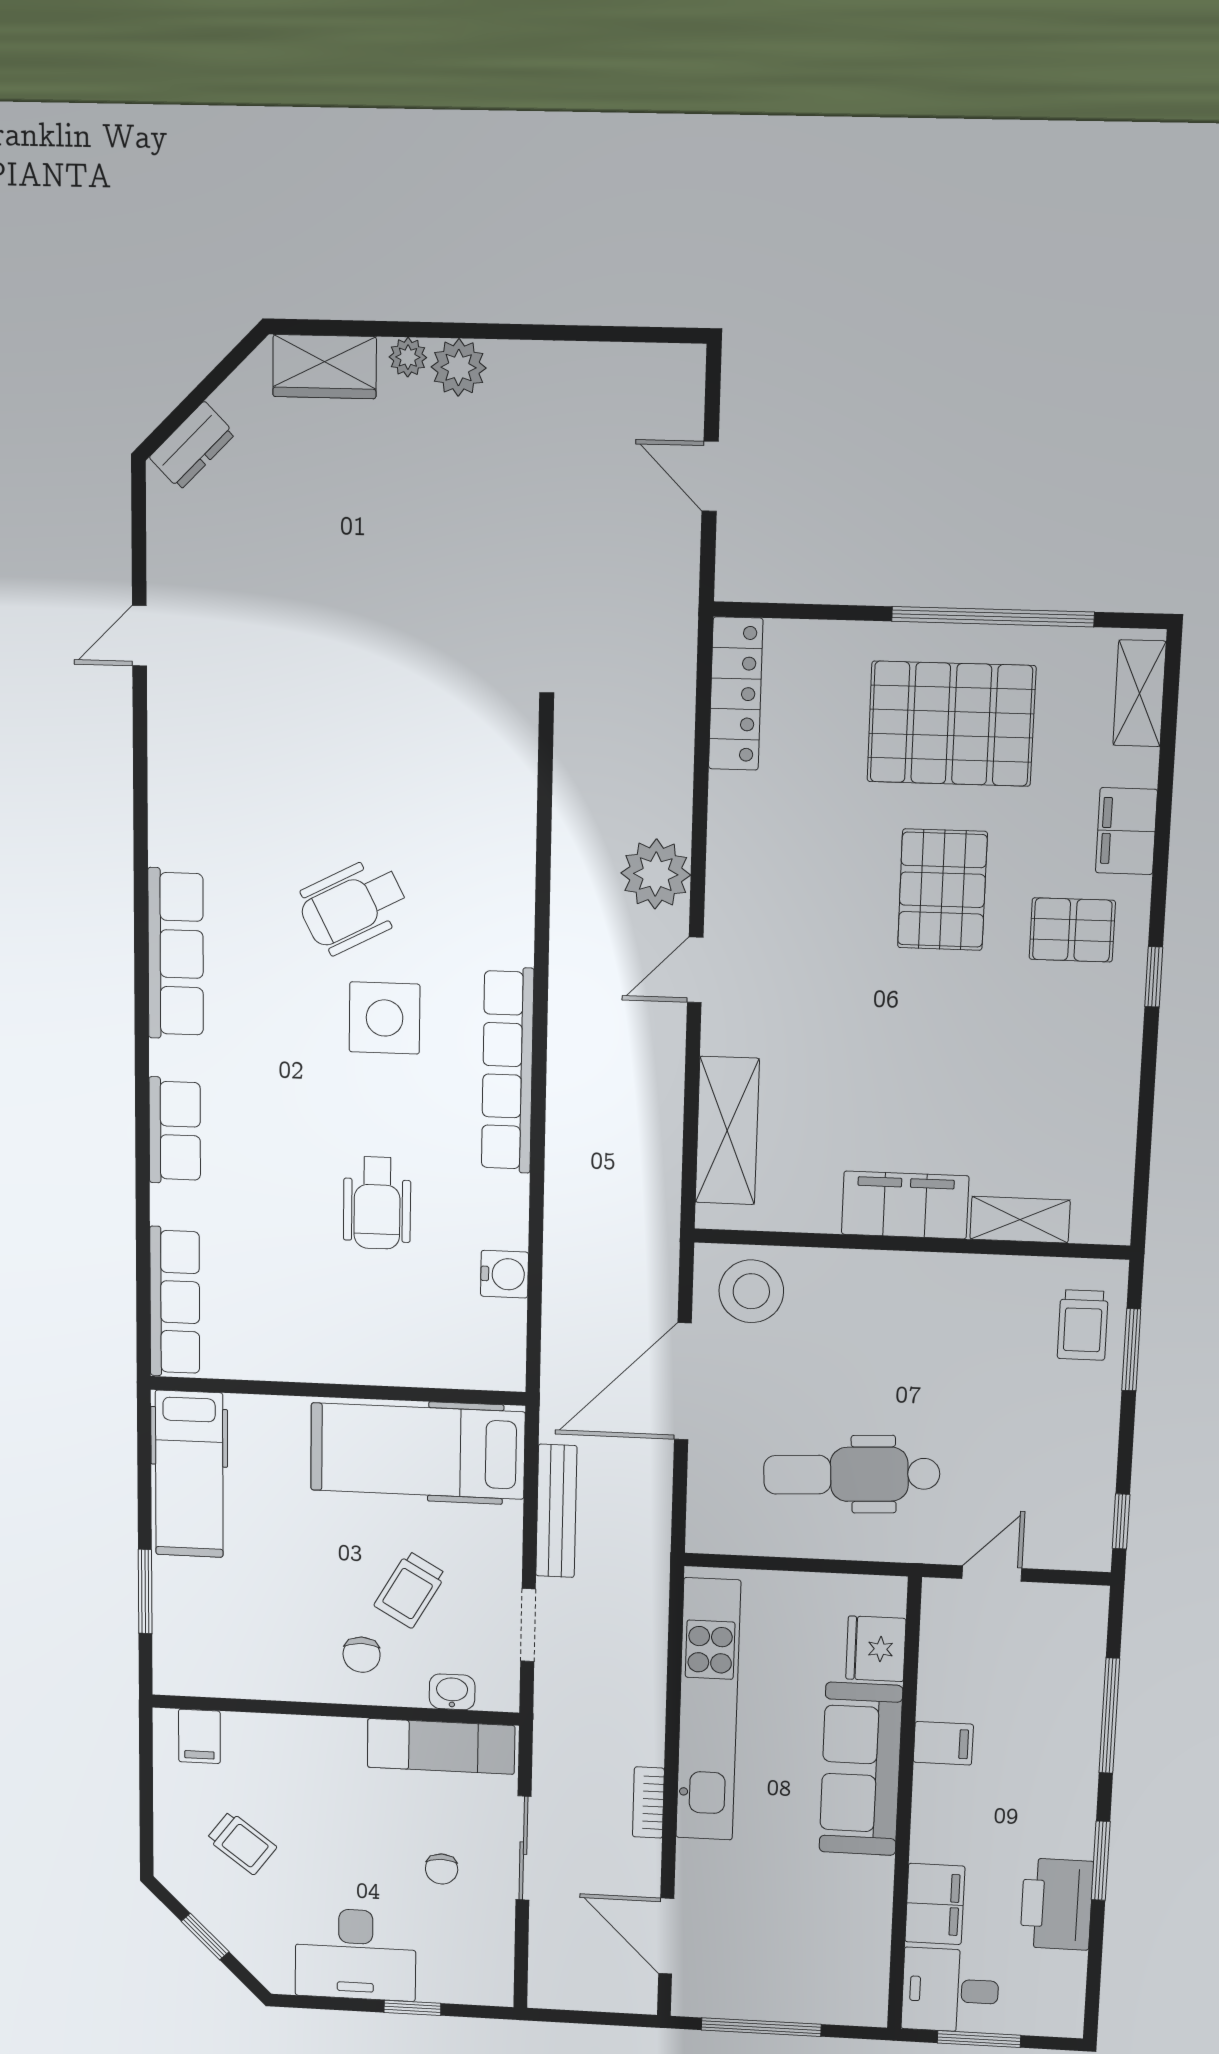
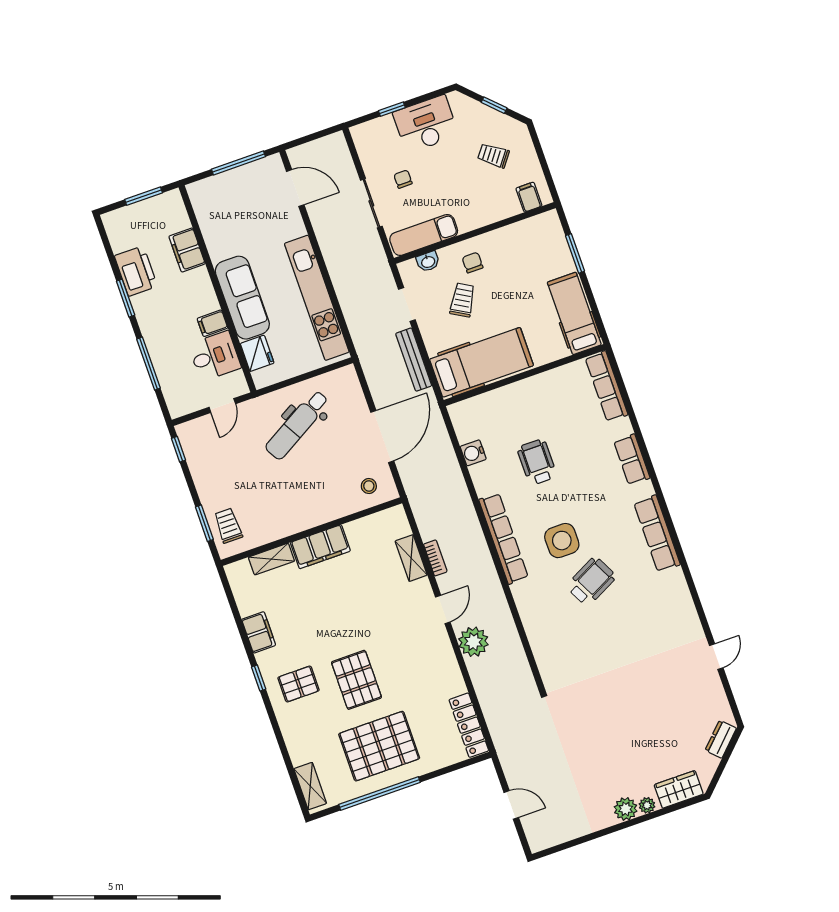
filing cabinet: (1126, 831) -> (259, 632), moved
shelving: (727, 1131) -> (411, 558), width x0.67, depth x0.75
stool: (751, 1291) -> (369, 486), width x0.53, depth x0.53
dental chair: (852, 1474) -> (297, 425), turned 153
bookcase: (648, 1803) -> (435, 558), moved
desk: (950, 1990) -> (215, 356), moved

